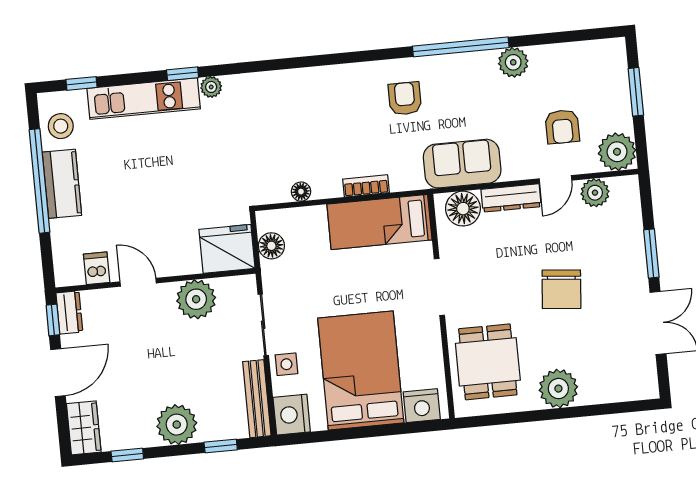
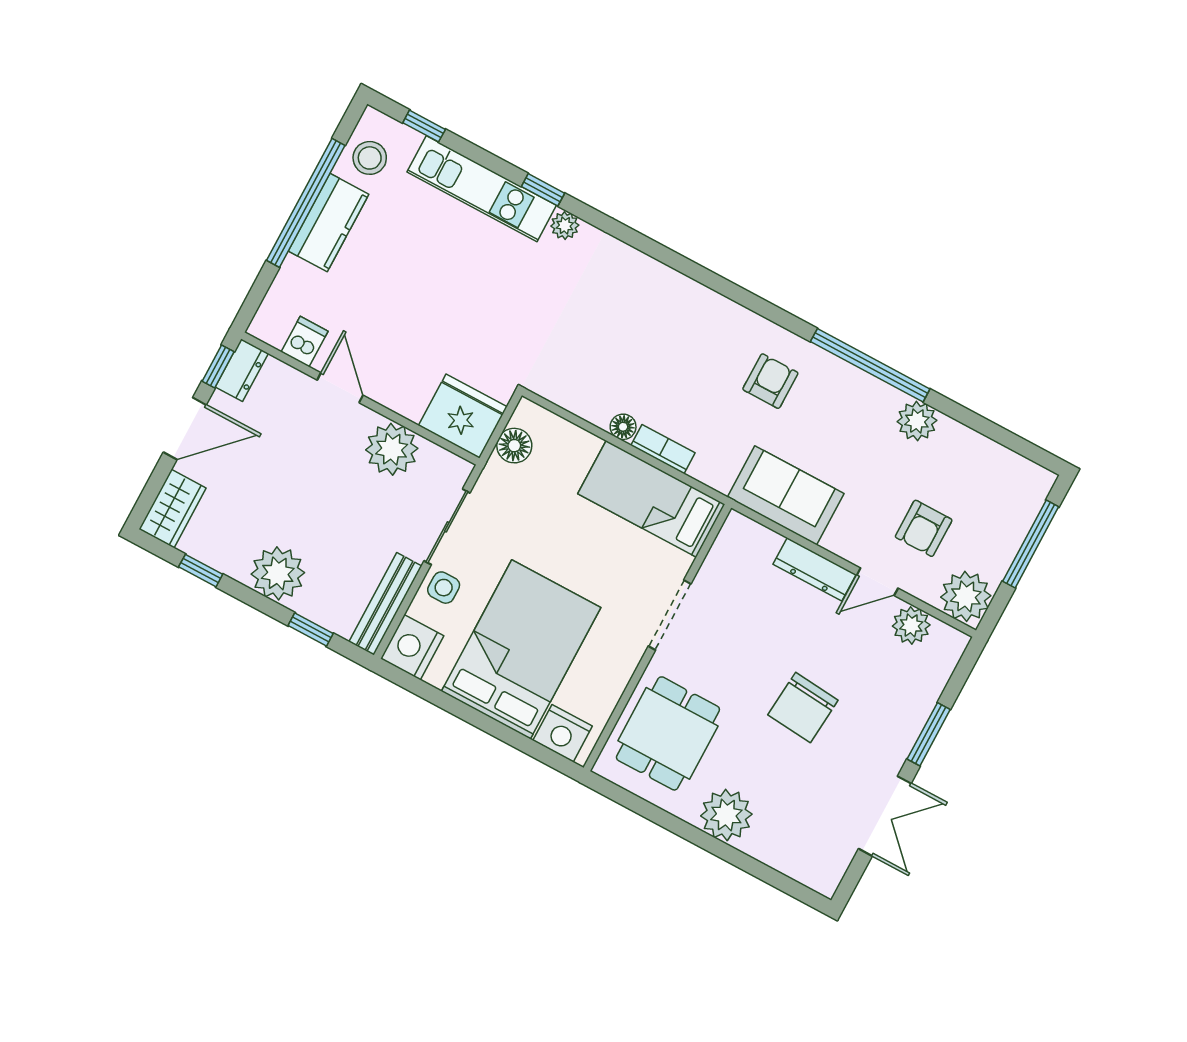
window: (636, 92) -> (1031, 544), width x1.44
floor lamp: (301, 192) -> (623, 427), moved
floor lamp: (463, 209) -> (754, 546), removed

